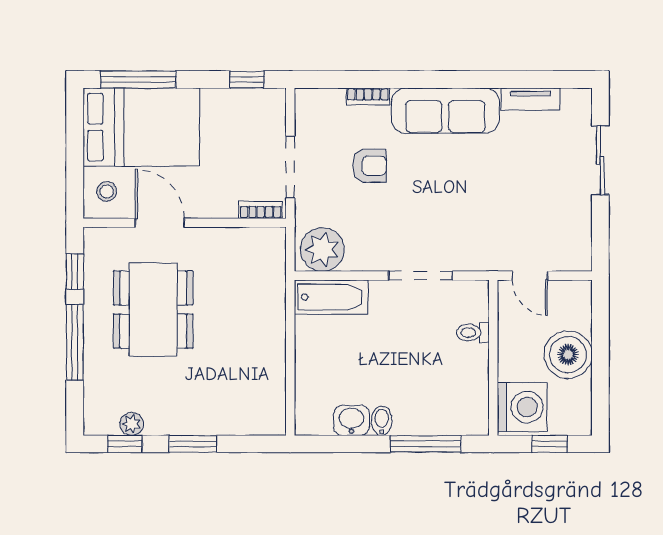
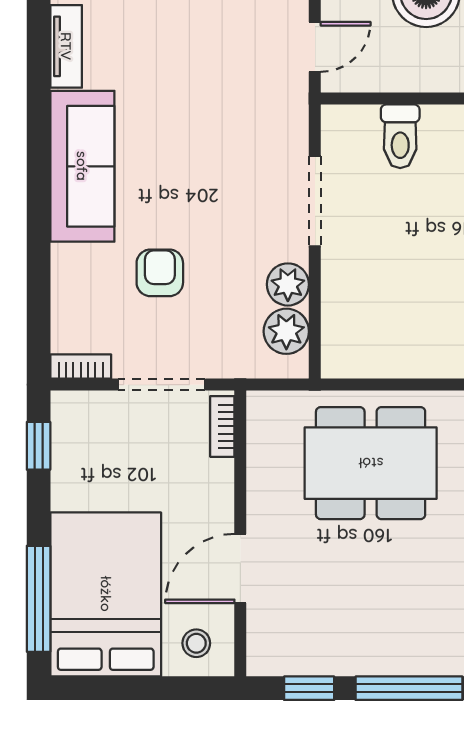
bookcase: (368, 97) -> (81, 367), moved, turned -90
plant: (322, 250) -> (286, 331), width x0.73, depth x0.73
plant: (361, 256) -> (288, 284), added
bathtub: (331, 297) -> (345, 327), removed
dining table: (153, 310) -> (371, 463), moved
toilet: (473, 333) -> (400, 136), width x1.37, depth x1.39

